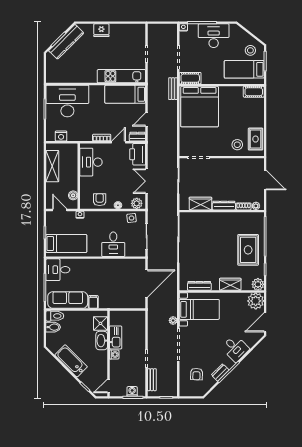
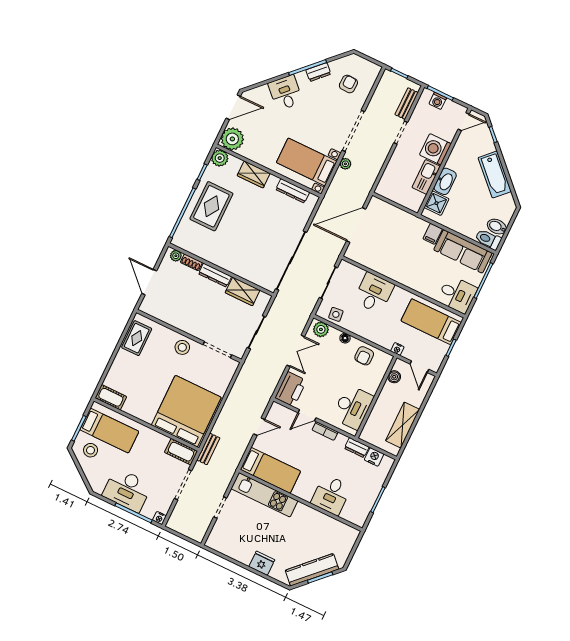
desk: (67, 101) -> (331, 495), width x0.53, depth x0.77
dresser: (137, 137) -> (357, 448), moved
stool: (237, 145) -> (182, 347), moved
washing machine: (114, 355) -> (435, 149), width x1.89, depth x1.89

